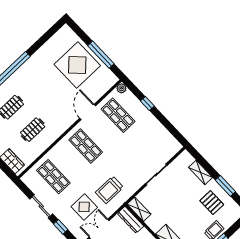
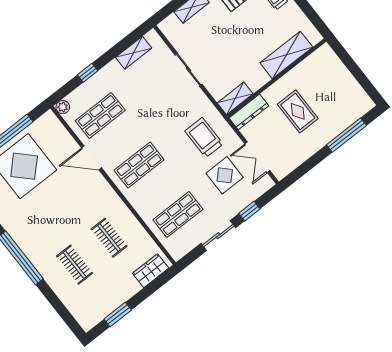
shelving: (164, 135) -> (134, 53), added
trolley: (109, 190) -> (204, 137), turned 180

